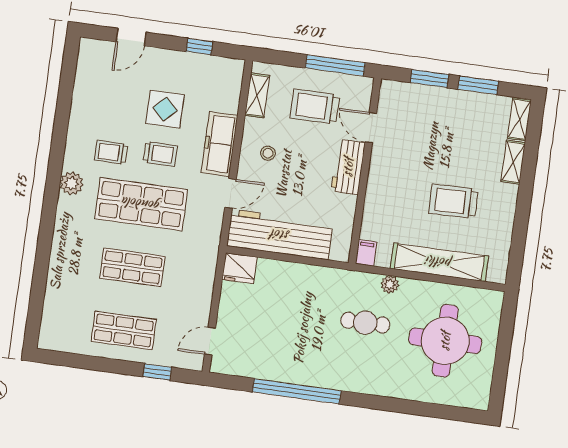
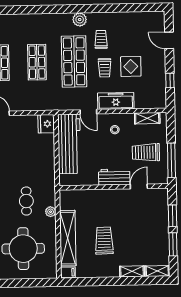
trolley: (315, 107) -> (146, 152), turned -90
filing cabinet: (366, 253) -> (68, 272), moved

